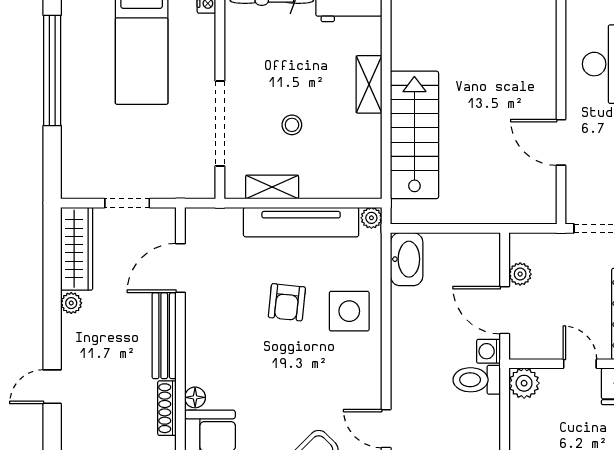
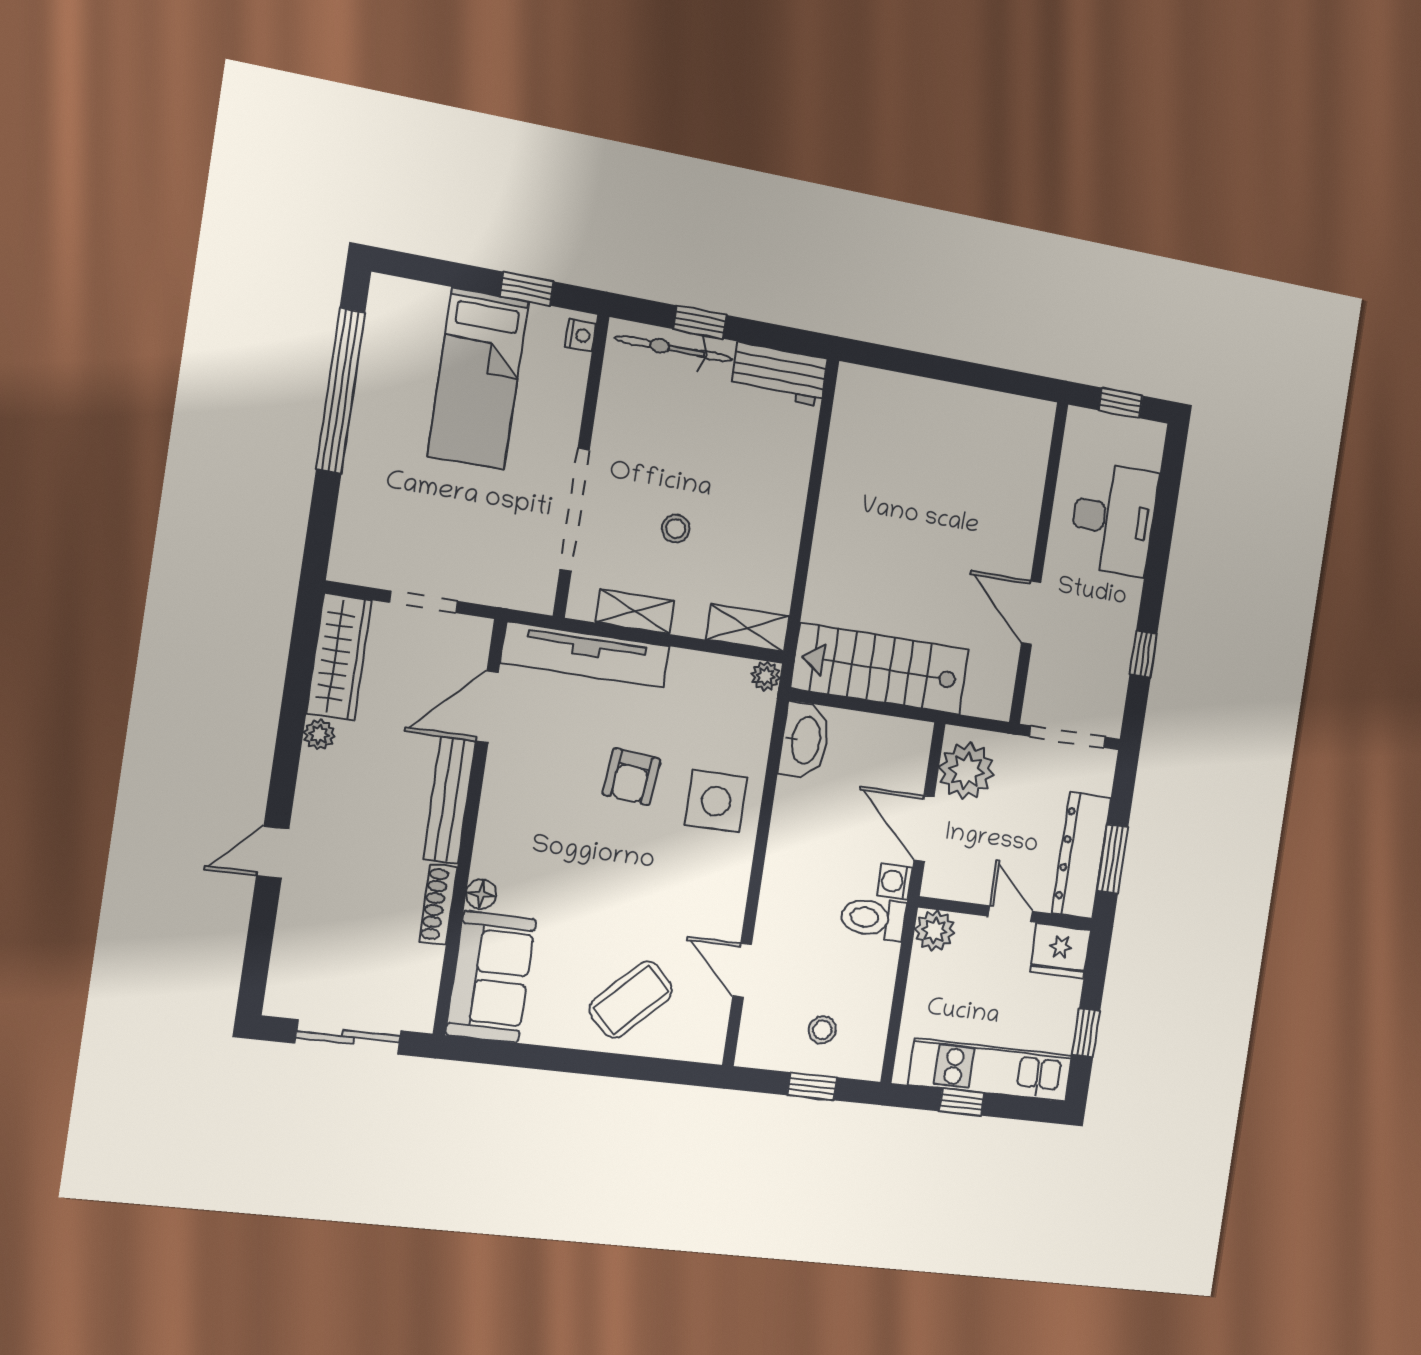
shelving: (369, 84) -> (748, 628), moved, turned 90
stairs: (414, 135) -> (880, 669), moved, turned -90
tv unit: (301, 222) -> (586, 655), moved
plant: (520, 274) -> (966, 771), width x1.88, depth x1.88

